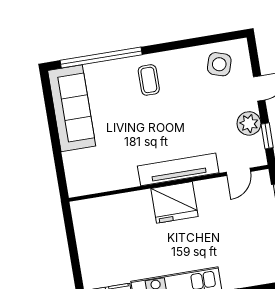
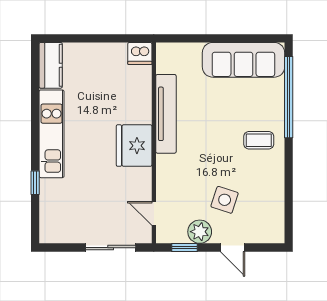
side table: (219, 64) -> (225, 200), moved
tv unit: (178, 169) -> (166, 114), moved
dishwasher: (82, 212) -> (140, 54), added

